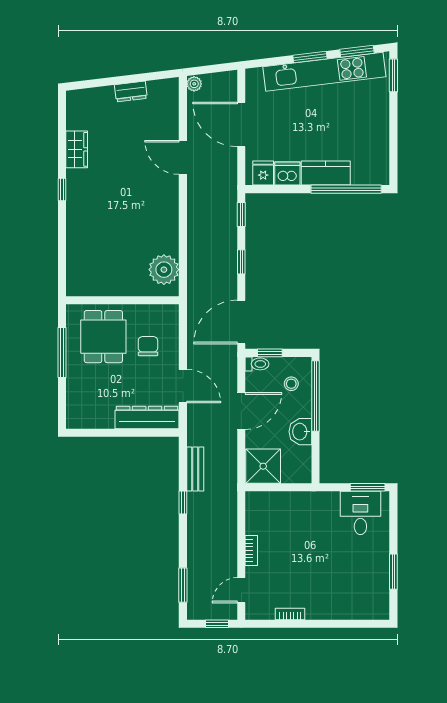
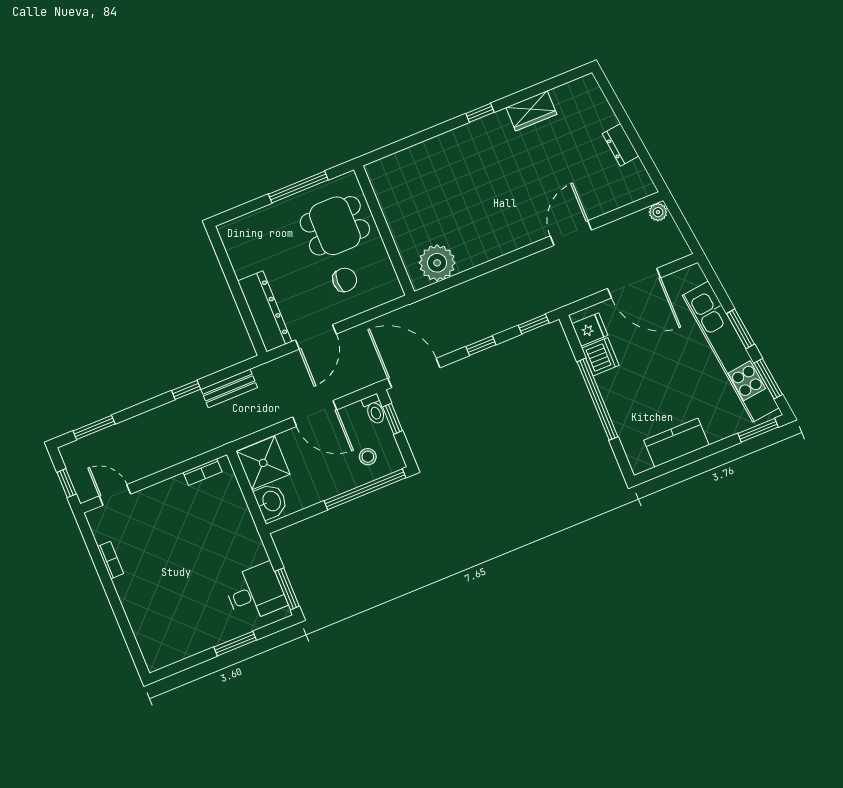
door: (241, 124) -> (634, 283), swing flipped
kitchen counter: (326, 173) -> (676, 443), moved, turned -90
window: (346, 189) -> (597, 399), moved
washbasin: (300, 432) -> (271, 501), moved, turned 90
bookcase: (251, 550) -> (203, 472), moved
window: (393, 572) -> (235, 644), moved

